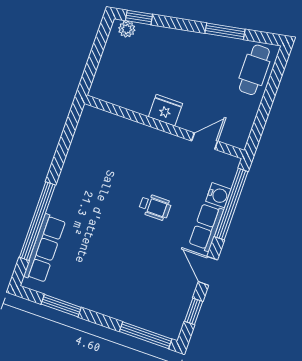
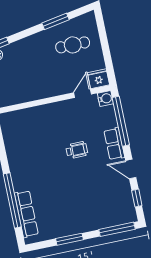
cafe table: (254, 70) -> (73, 45), moved, turned 90
fridge: (165, 110) -> (98, 79), moved
water cooler: (218, 195) -> (105, 99), moved
window: (61, 306) -> (69, 239), moved

